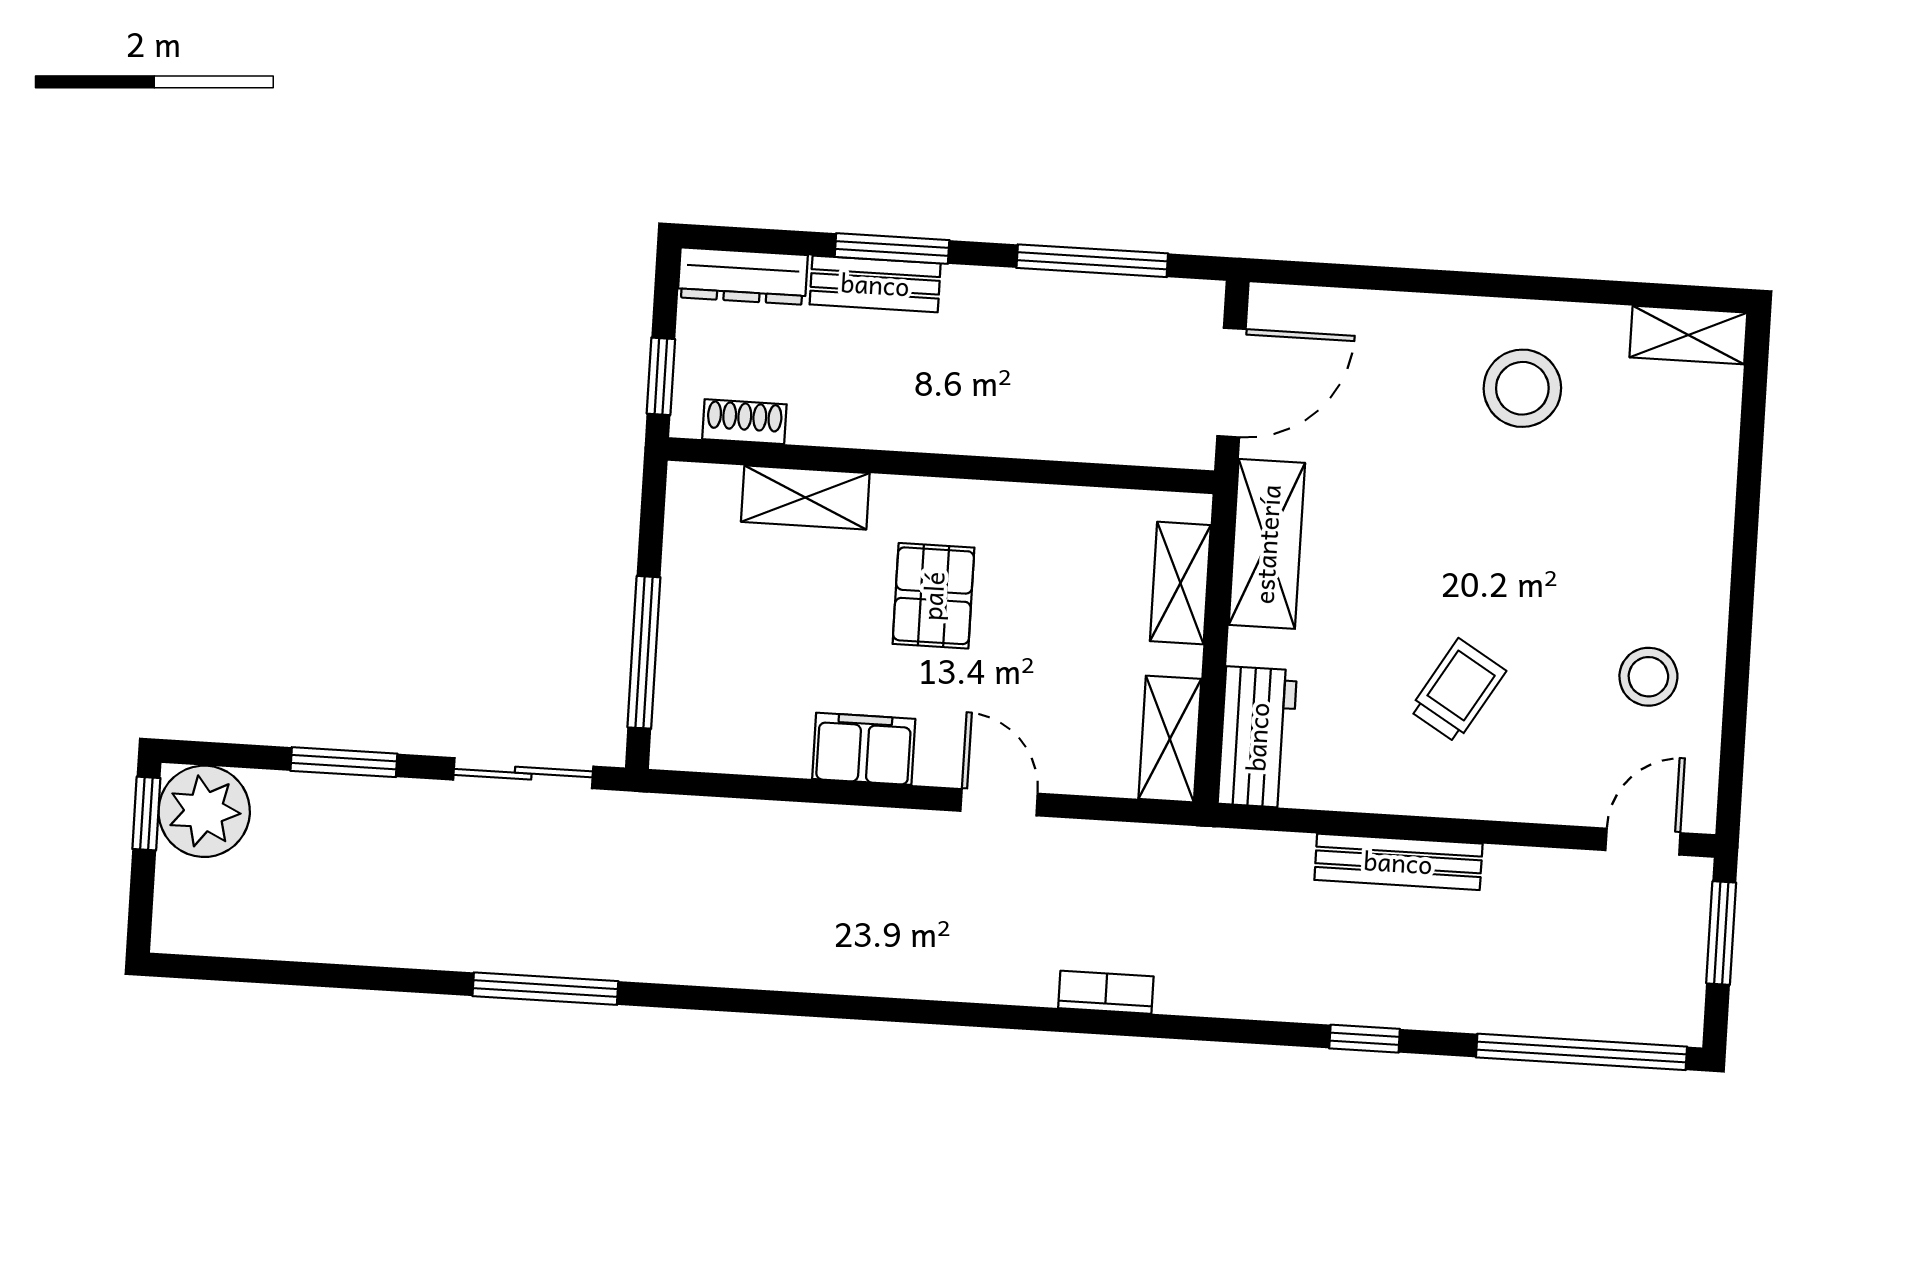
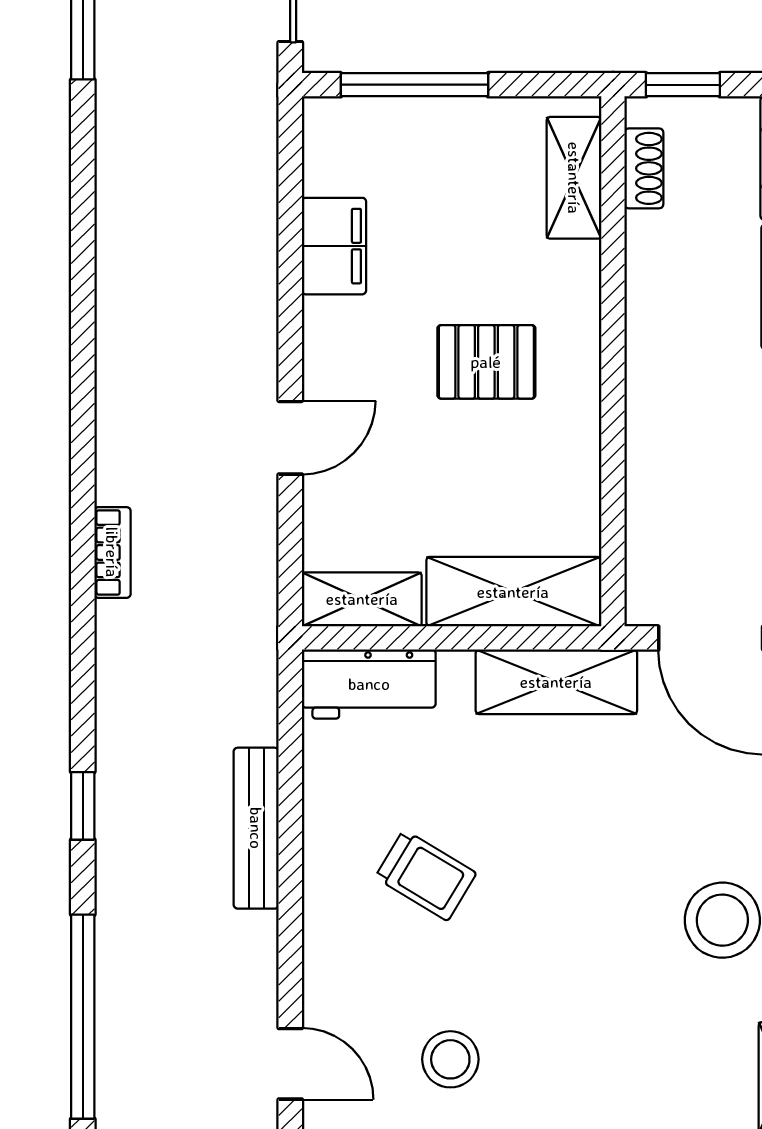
shelving: (805, 497) -> (574, 178), moved
shelving: (1180, 583) -> (513, 592), width x1.50, depth x1.33
filing cabinet: (864, 749) -> (334, 246), moved

